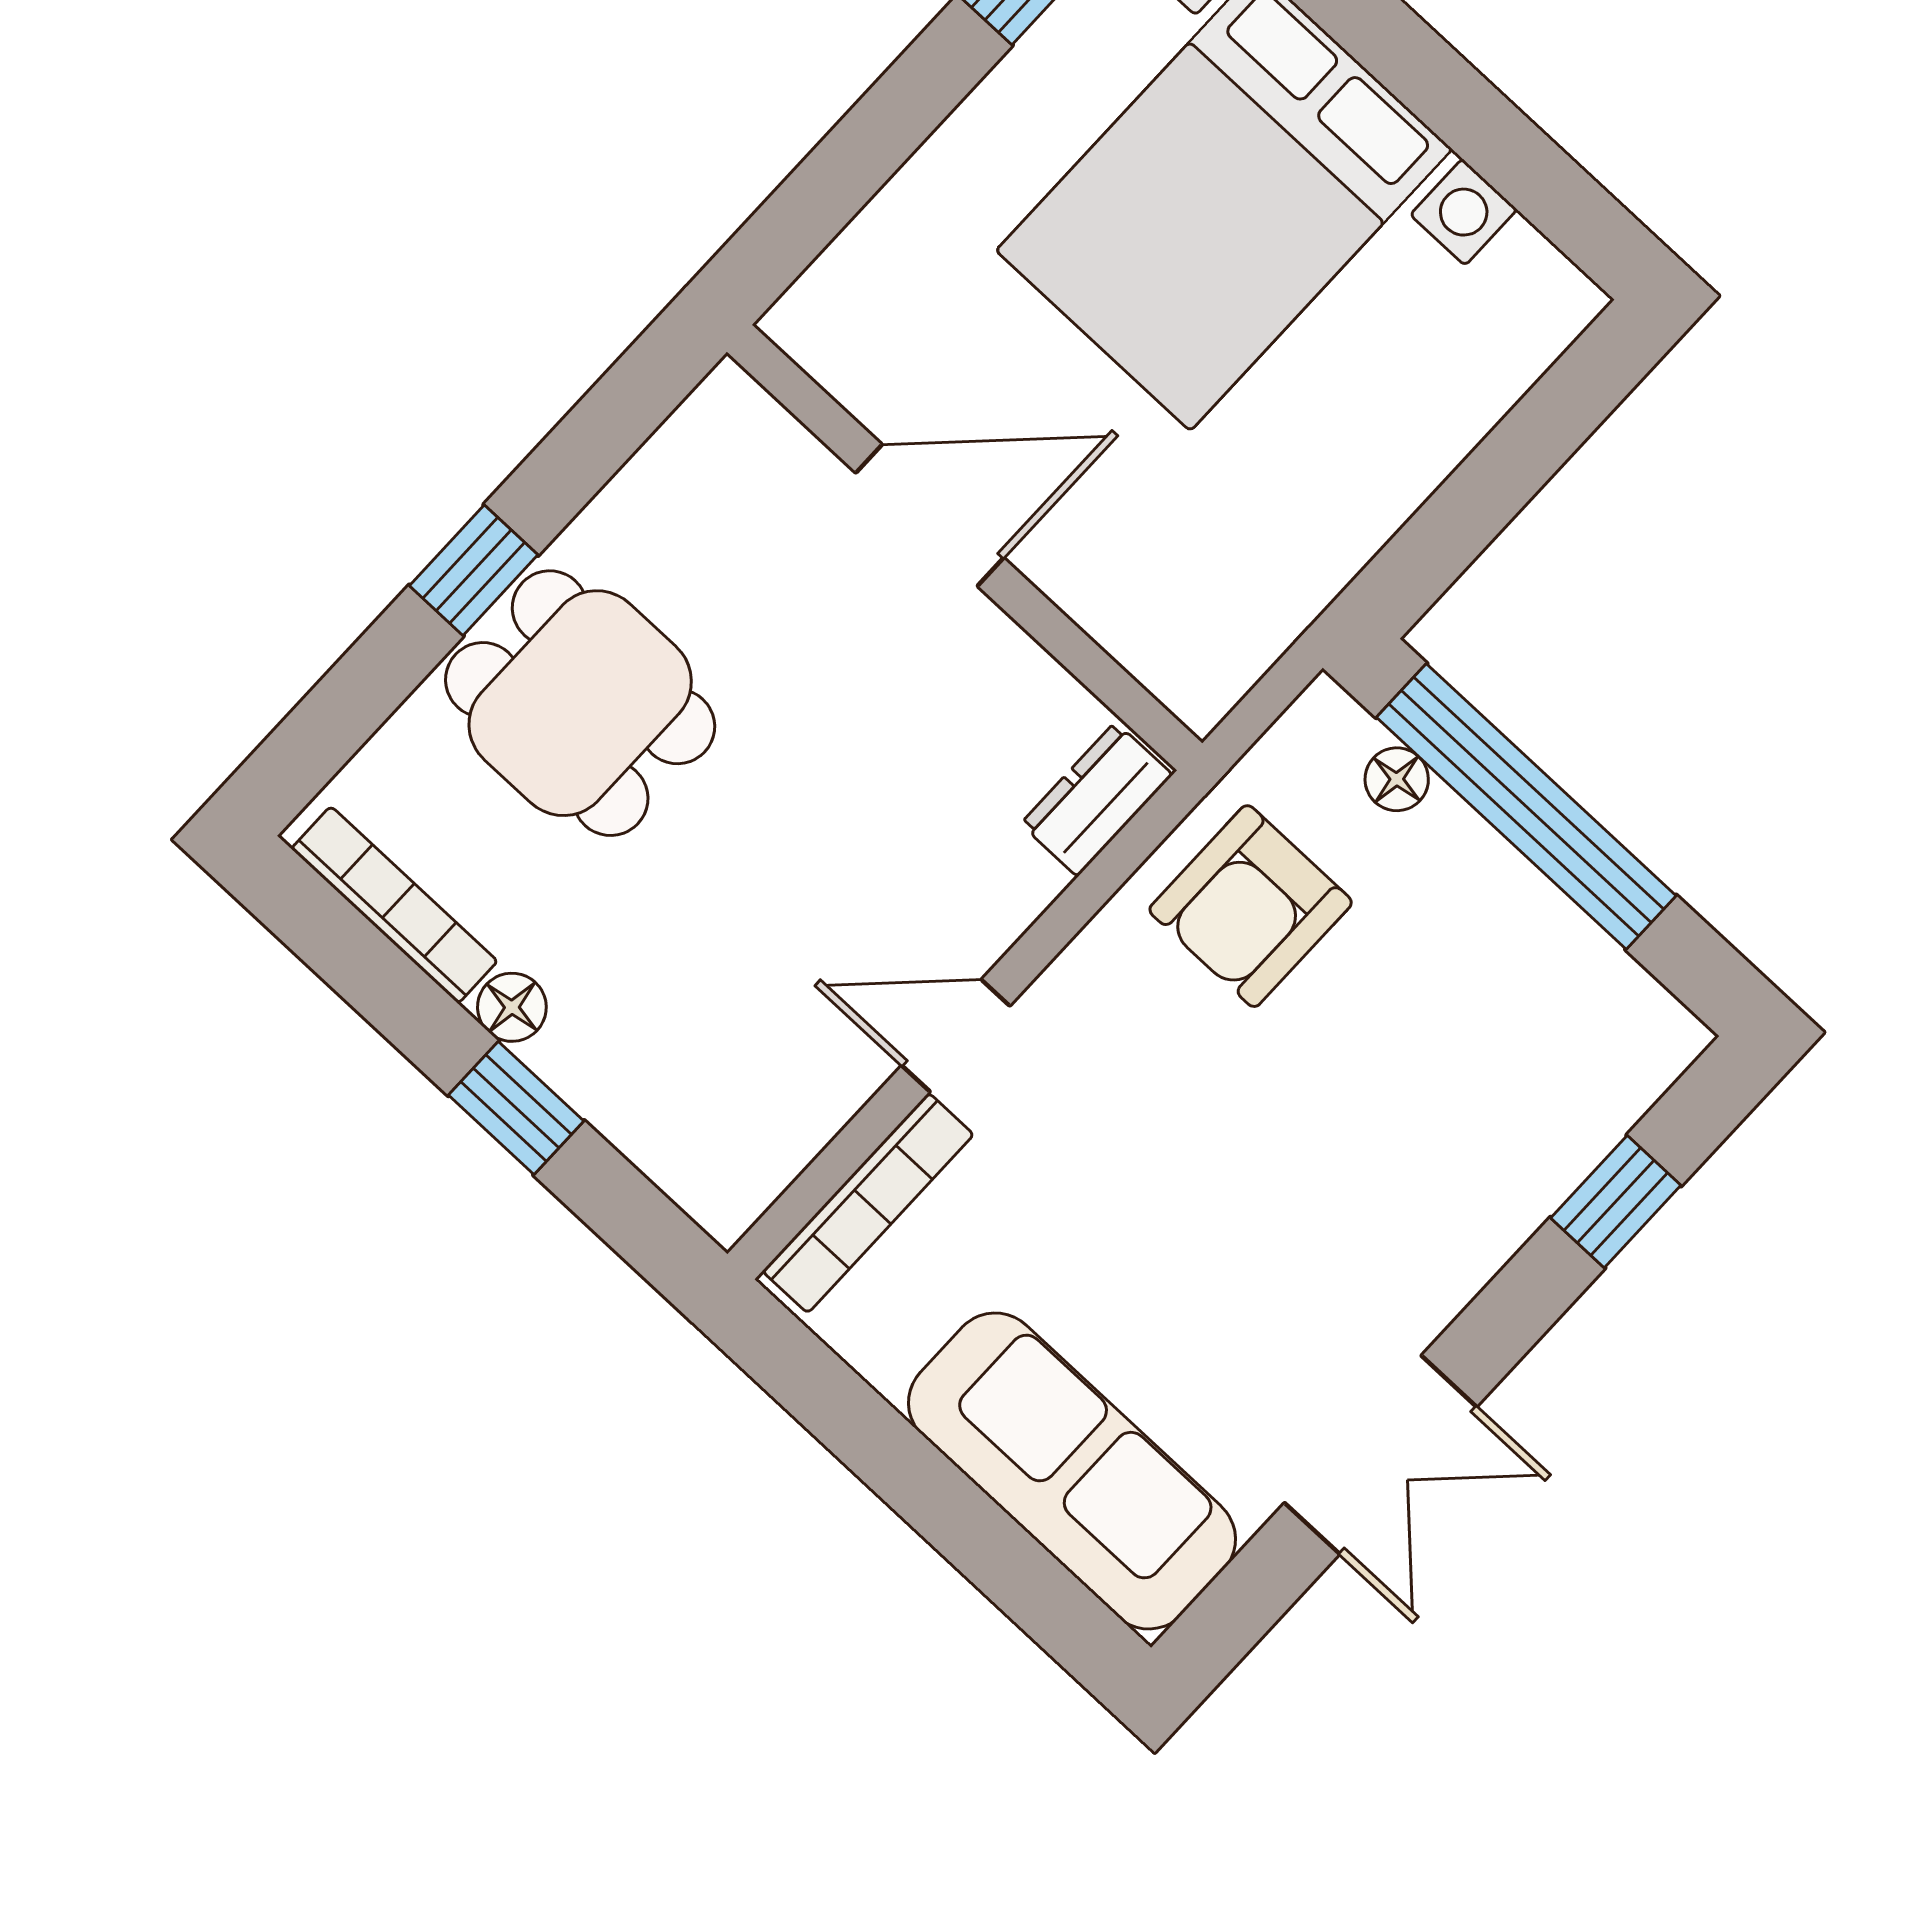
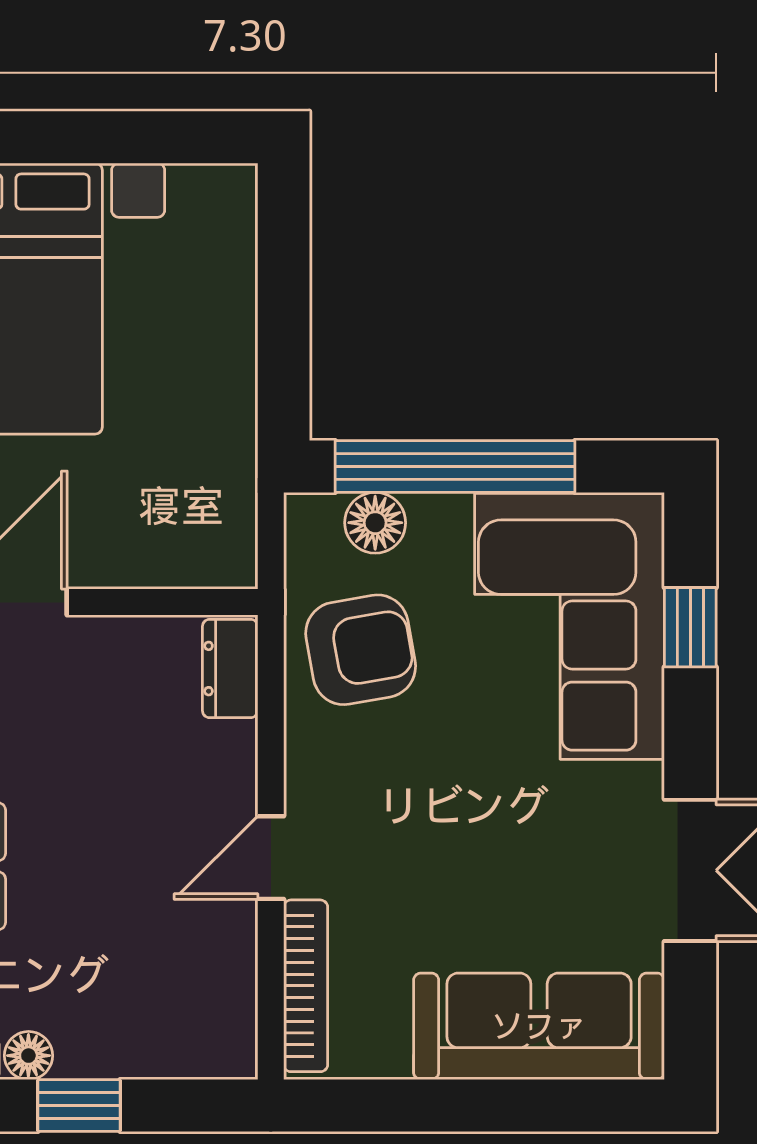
floor lamp: (1397, 779) -> (375, 523), width x1.37, depth x1.37
armchair: (1251, 906) -> (361, 650), turned -100
corner sofa: (1491, 1084) -> (570, 626), added

